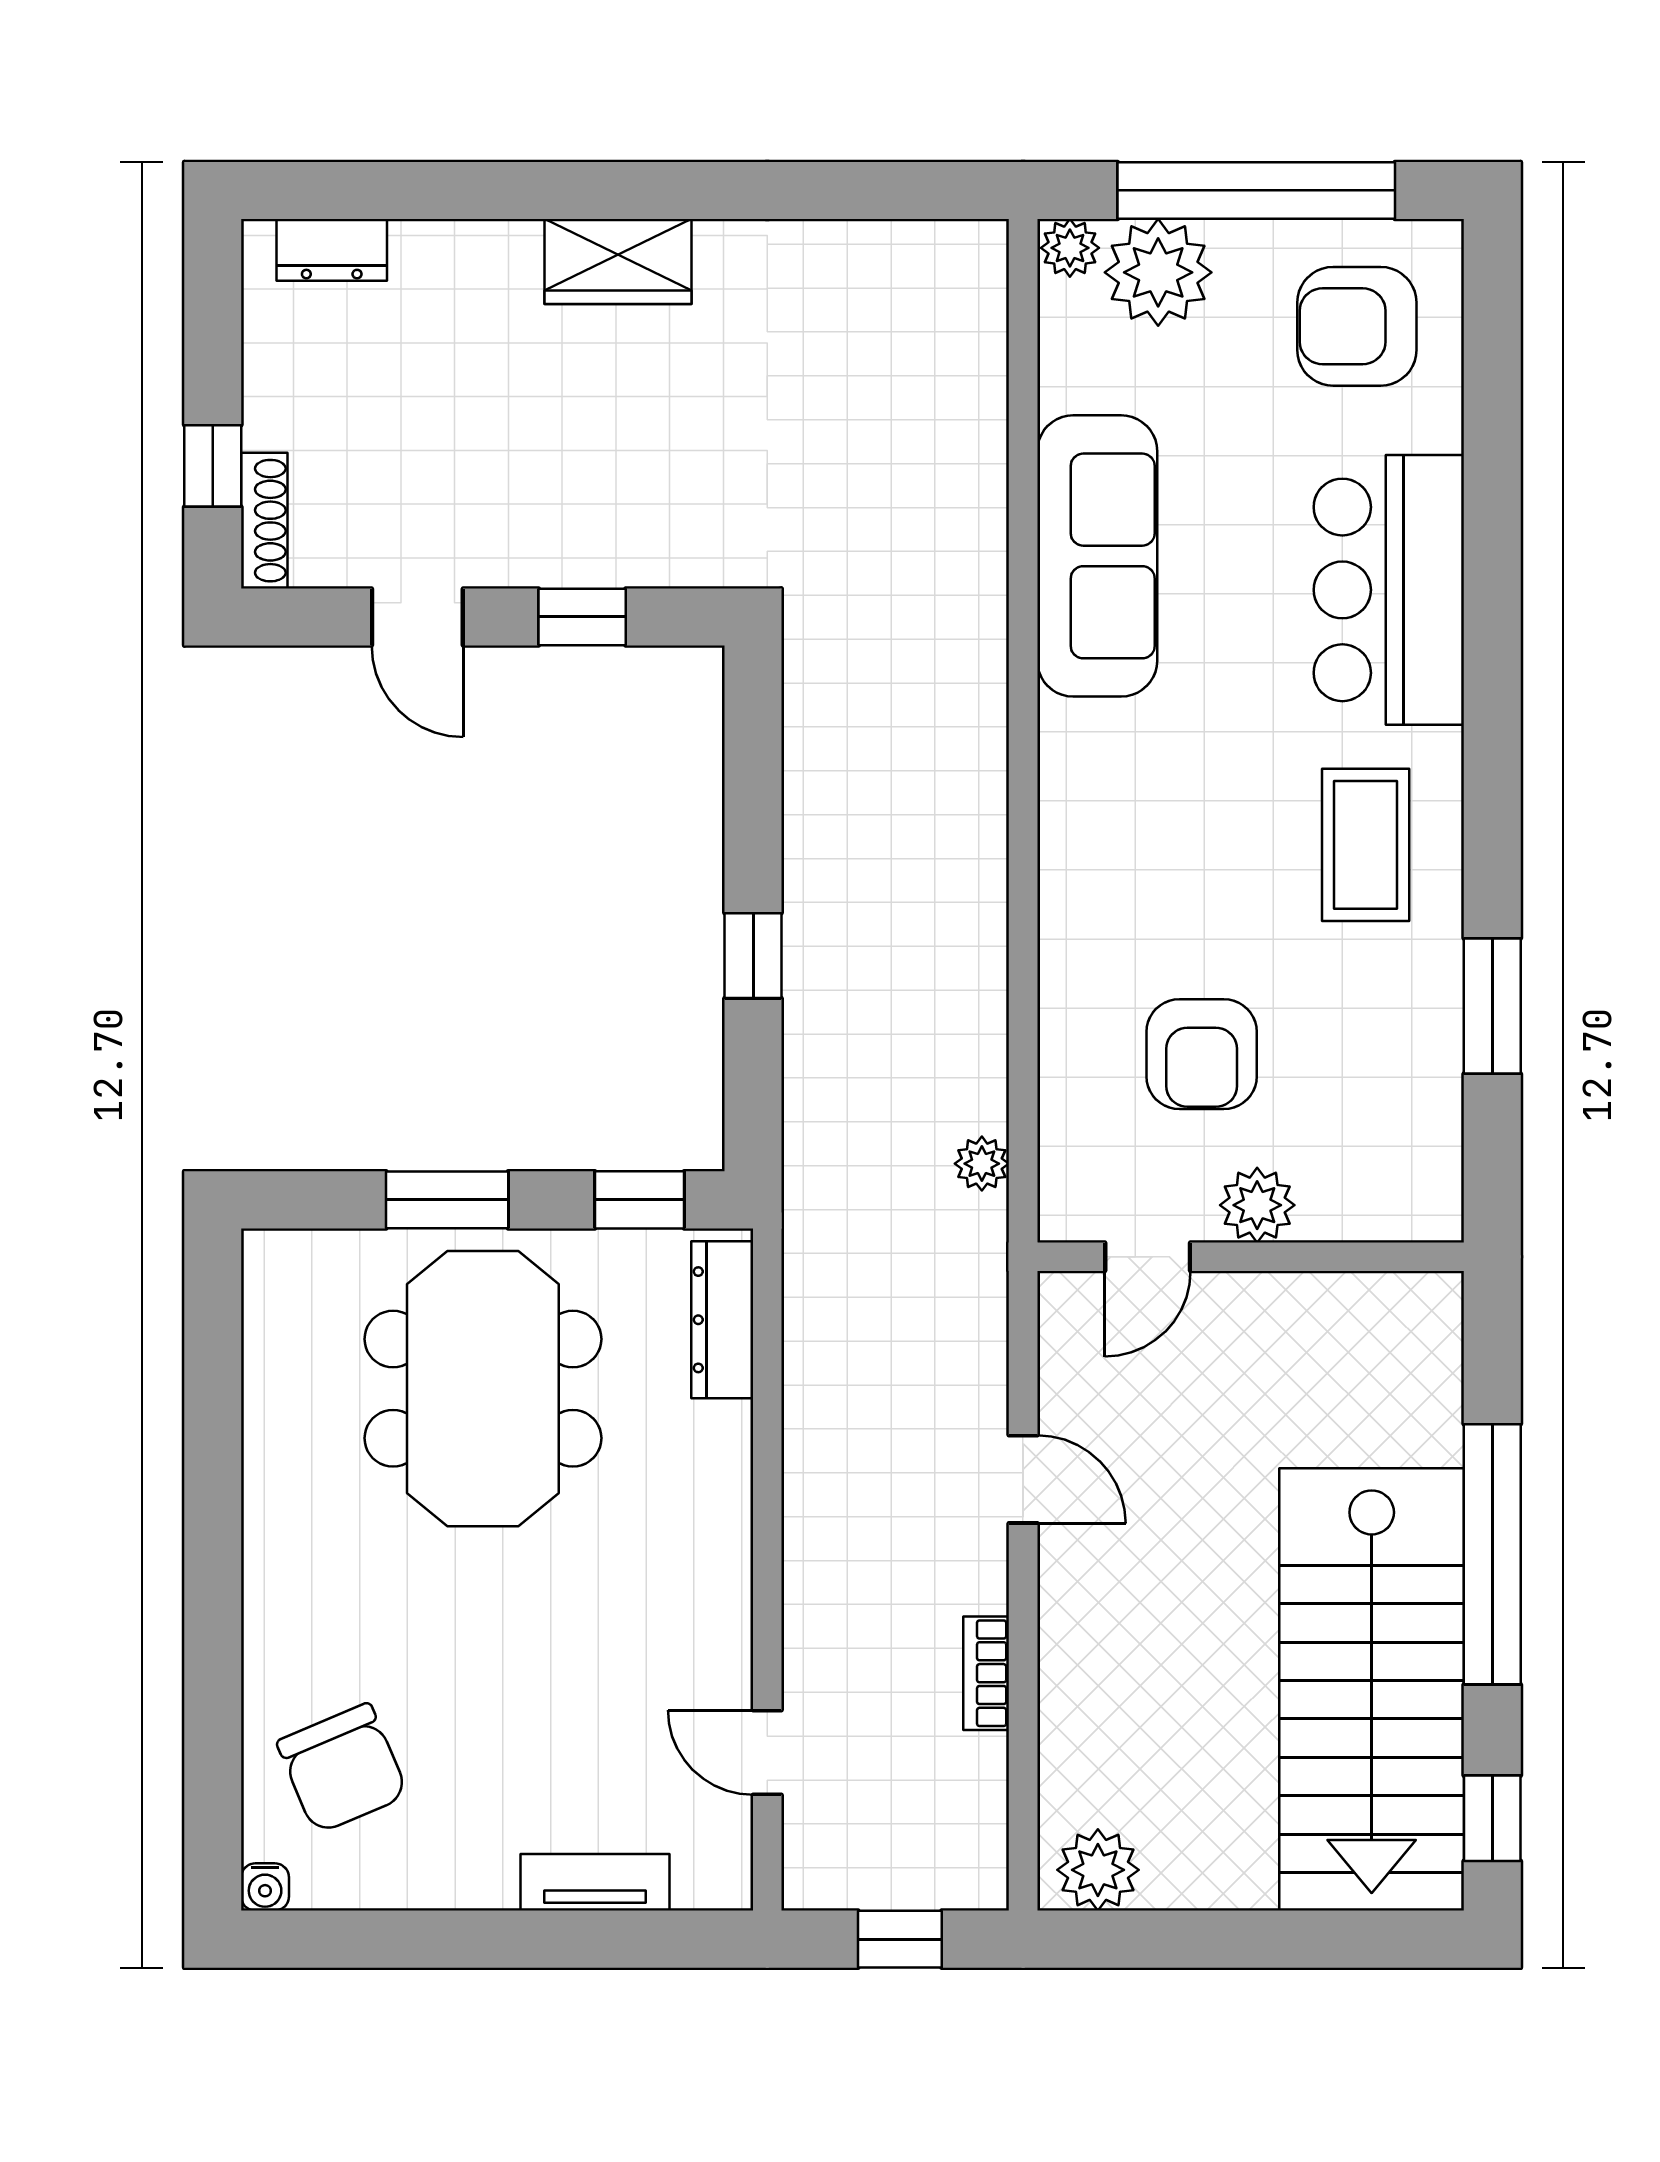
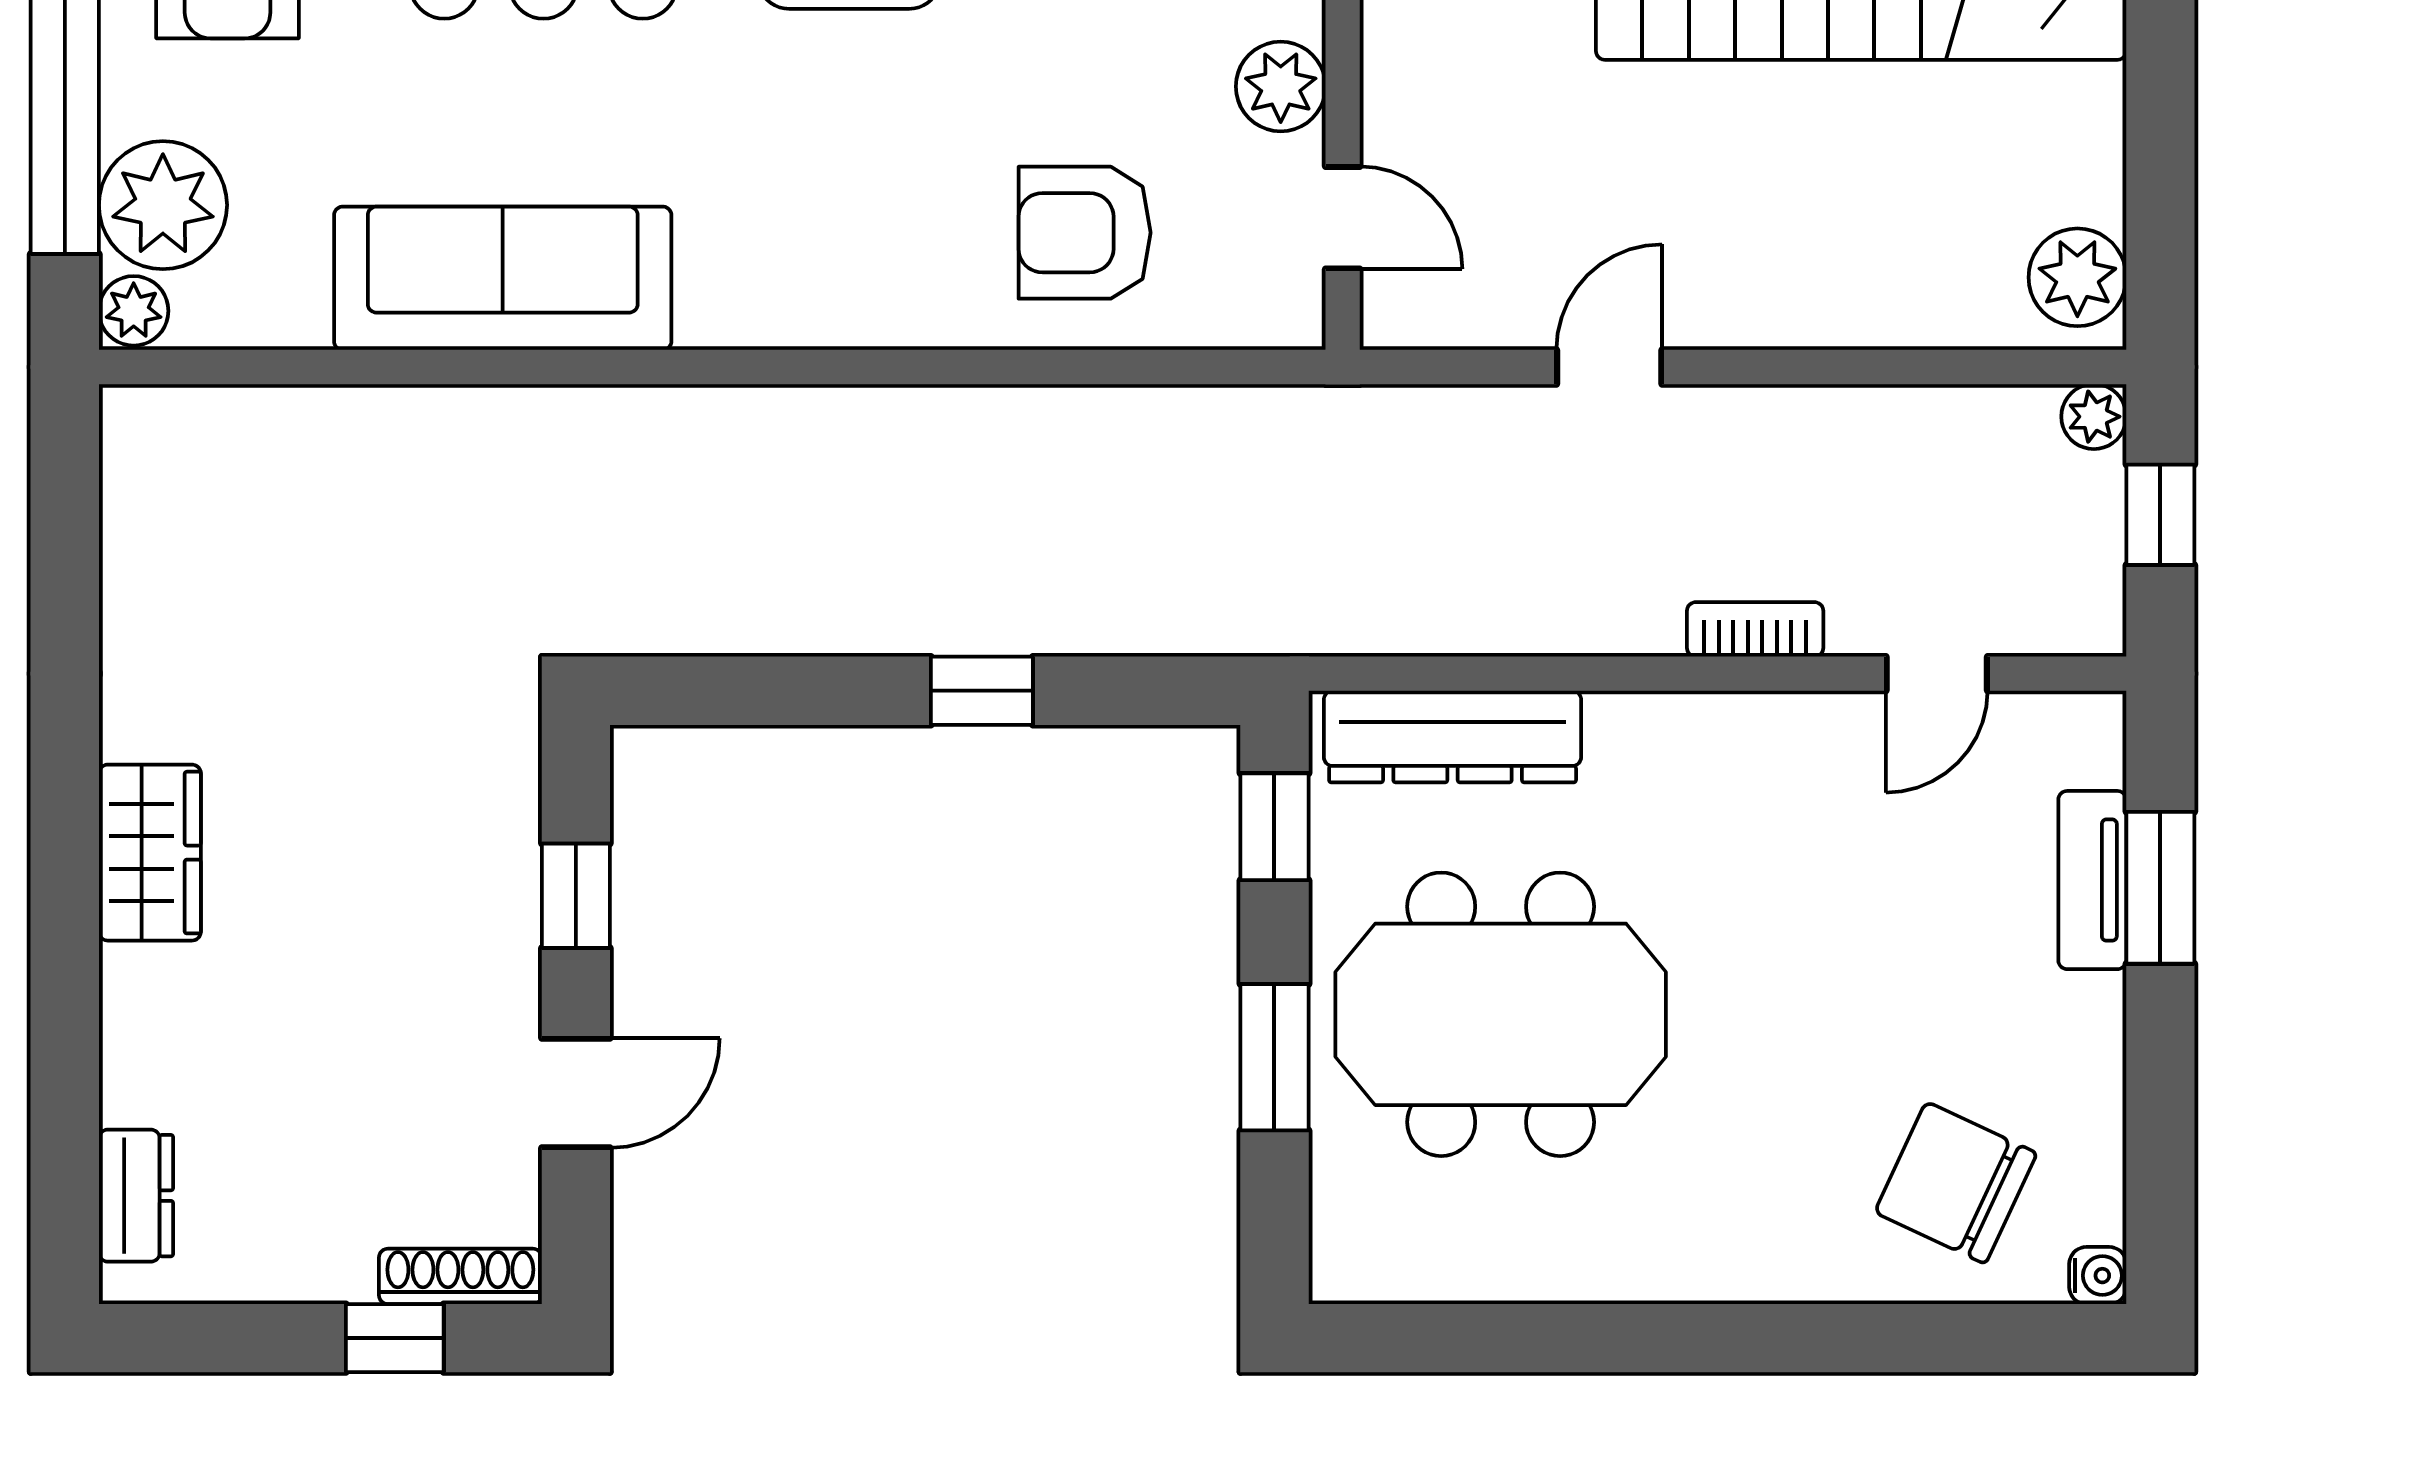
armchair: (1202, 1054) -> (1085, 233), moved, turned 180
plant: (982, 1164) -> (2094, 417), moved
dresser: (722, 1320) -> (1453, 737), width x1.37, depth x1.24
bookcase: (986, 1673) -> (1755, 629), moved, turned 180
chair: (342, 1768) -> (1956, 1183), turned -132
window: (589, 1939) -> (2160, 888), added

